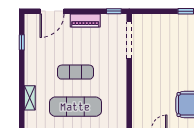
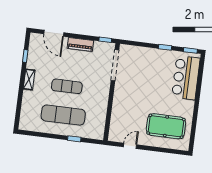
door: (52, 11) -> (54, 33), hinge flipped
shelving: (30, 98) -> (29, 79), moved

